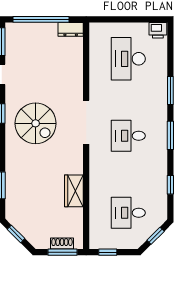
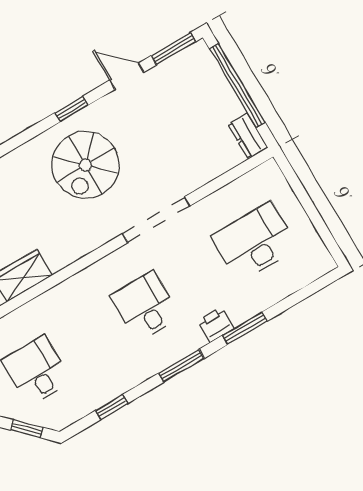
printer: (158, 30) -> (216, 325), moved, turned 90
doorway: (86, 122) -> (156, 220), moved

